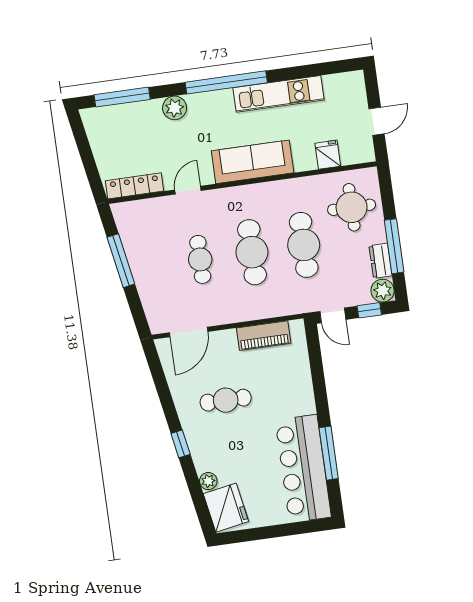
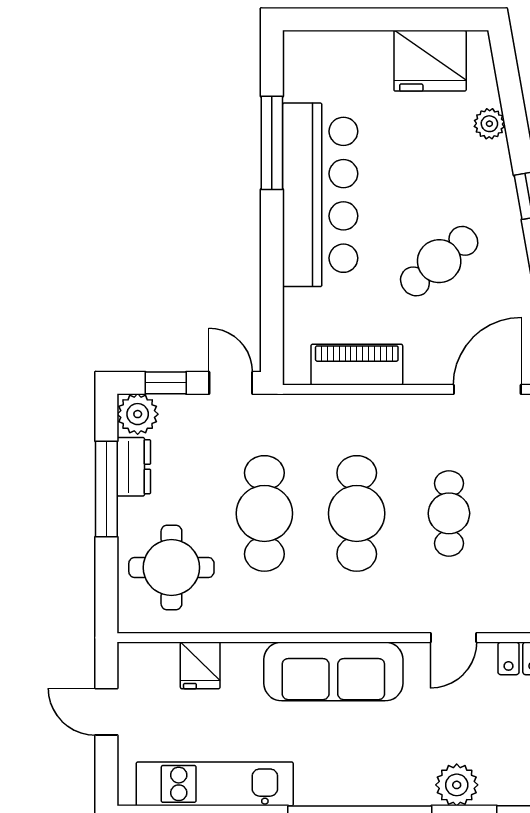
kitchen unit: (278, 94) -> (215, 784), moved
door: (377, 121) -> (106, 712), hinge flipped
cafe table: (226, 400) -> (439, 261), turned -40
bar counter: (303, 469) -> (320, 195), moved
fridge: (226, 508) -> (430, 61), moved, turned -80

